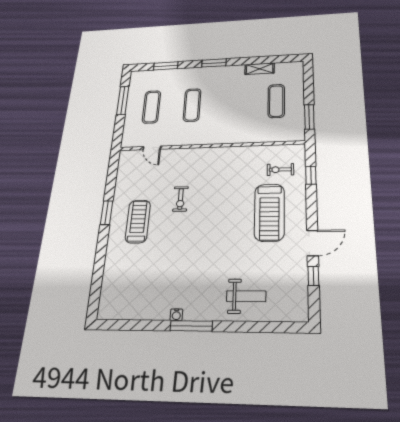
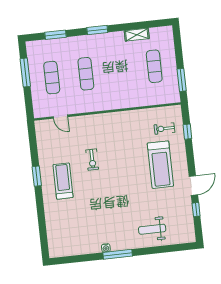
weight bench: (246, 296) -> (152, 229), turned 180

